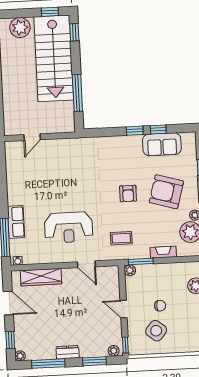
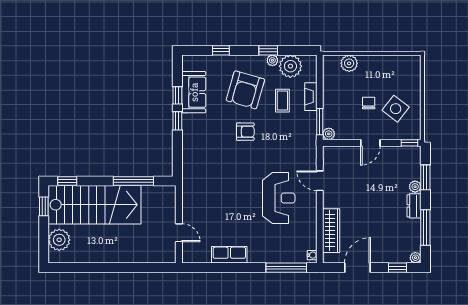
row of seats: (16, 222) -> (229, 255), moved
coffee table: (121, 238) -> (282, 101), moved
door: (86, 264) -> (320, 181), swing flipped
plant: (114, 351) -> (415, 187), moved

